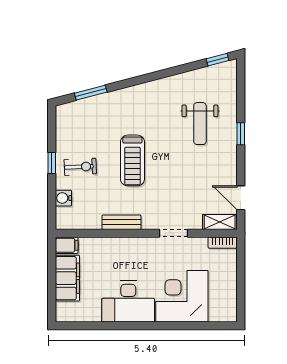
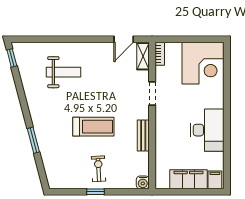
window: (91, 93) -> (33, 140), moved
window: (241, 134) -> (72, 39), removed
water cooler: (63, 198) -> (143, 182), moved
filing cabinet: (67, 245) -> (215, 180), moved
corner desk: (182, 296) -> (203, 63), moved, turned -90

